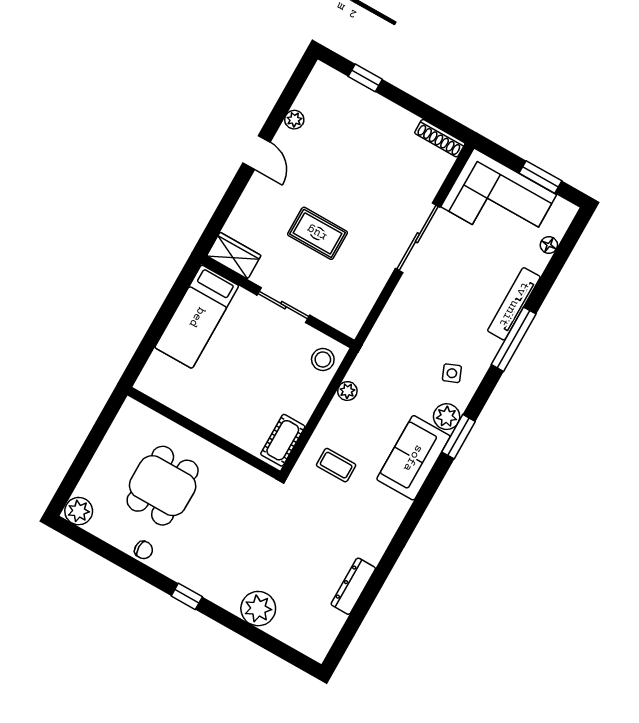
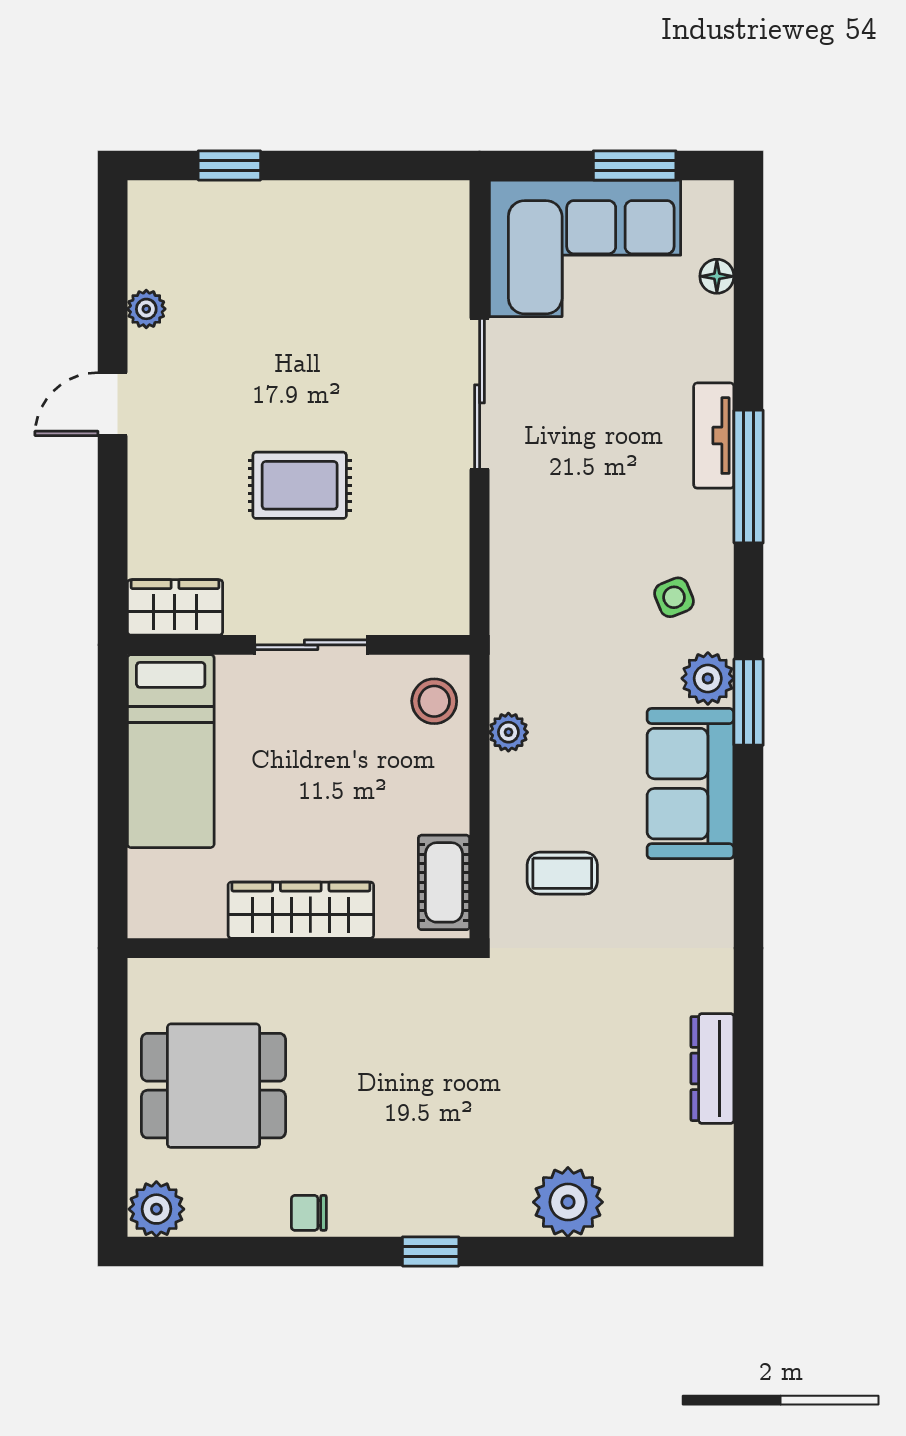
shoe rack: (440, 138) -> (420, 197), removed
door: (257, 152) -> (113, 404), swing flipped
tv unit: (514, 304) -> (714, 436), width x0.71
wardrobe: (214, 417) -> (301, 910), added
dining table: (163, 486) -> (213, 1086), moved, turned 90
chair: (144, 550) -> (309, 1213), turned 180

